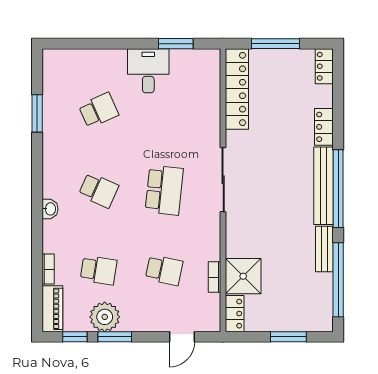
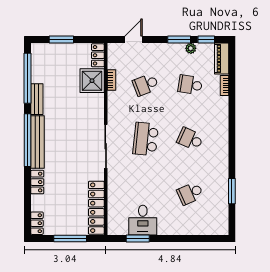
desk: (148, 71) -> (143, 220), moved
washbasin: (50, 209) -> (223, 126), removed
school desk: (164, 270) -> (146, 85), turned -33
plant: (105, 317) -> (191, 48), width x0.53, depth x0.53

